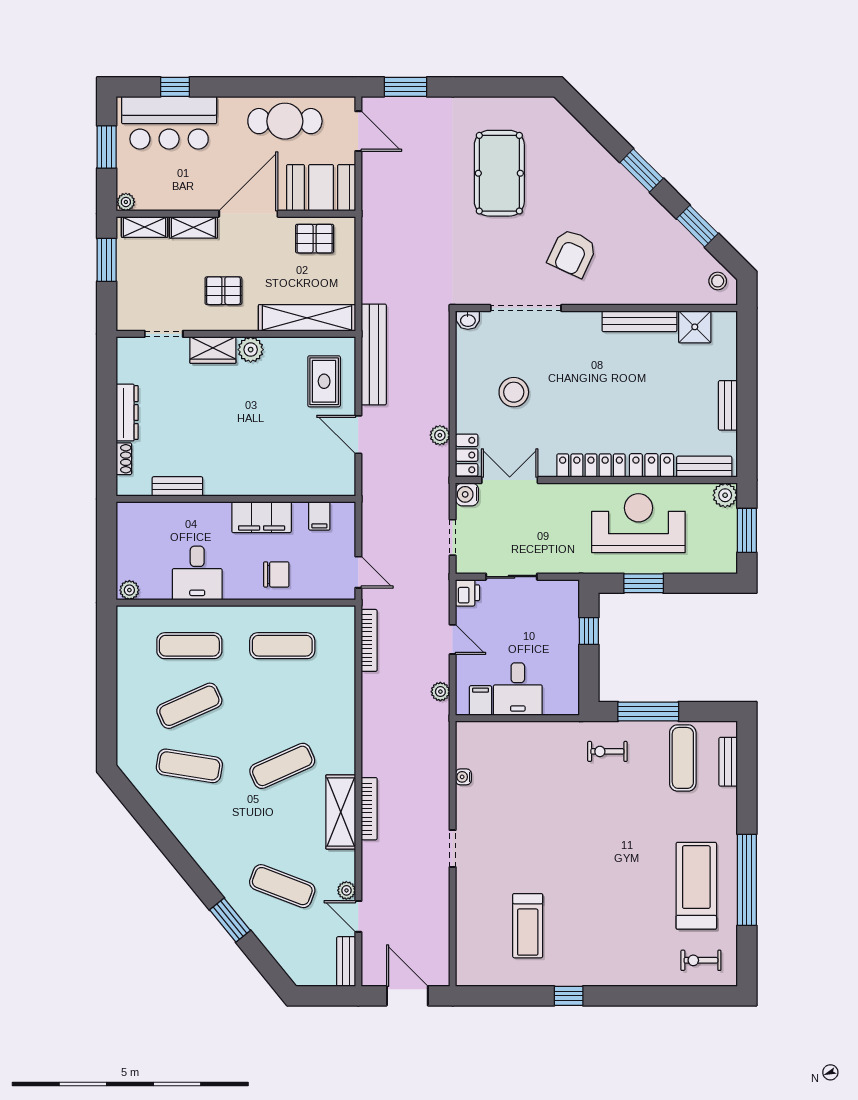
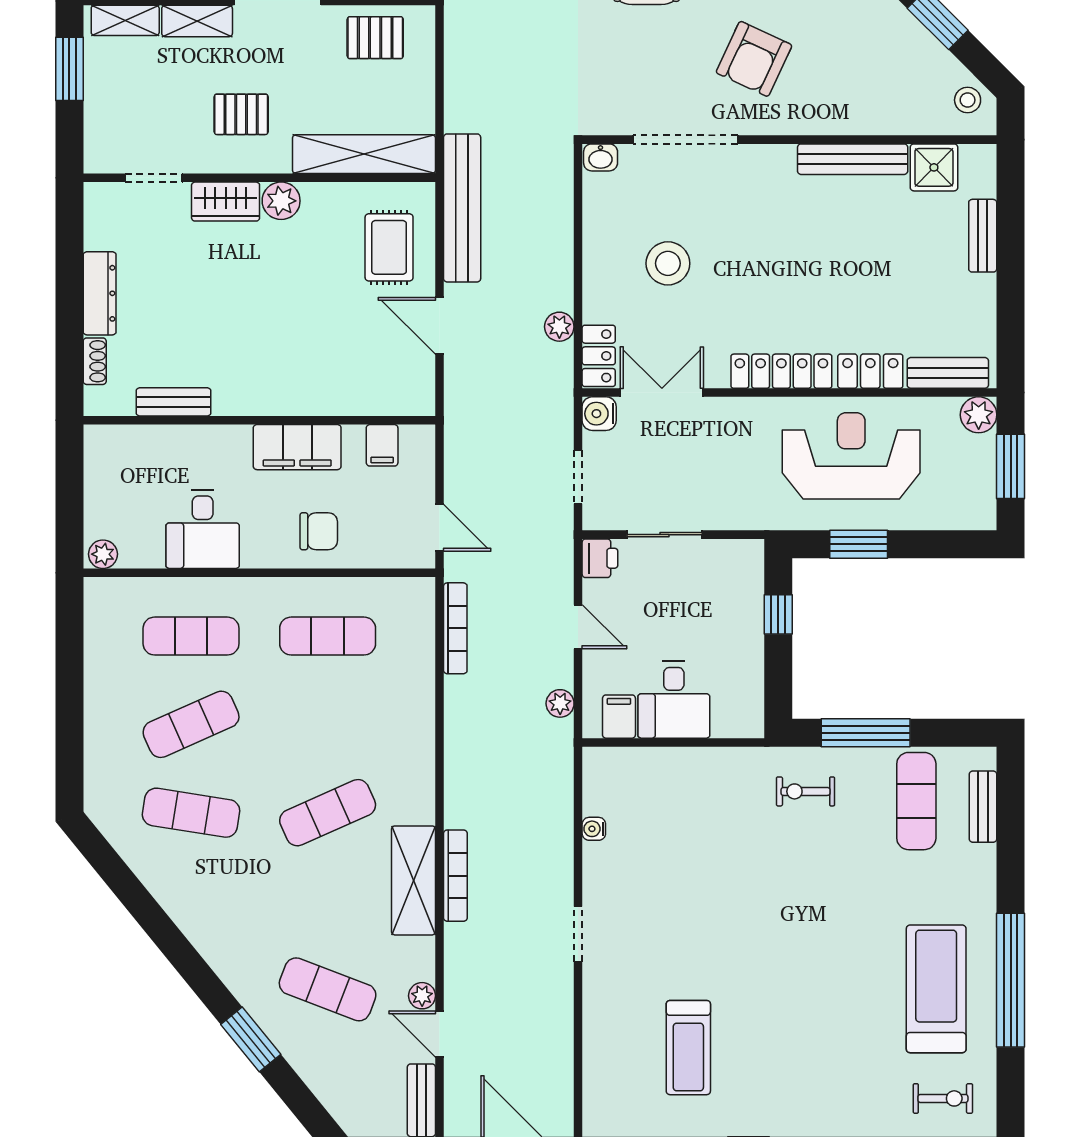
bench: (728, 405) -> (983, 236), moved
exercise bike: (701, 960) -> (943, 1098), turned 180

